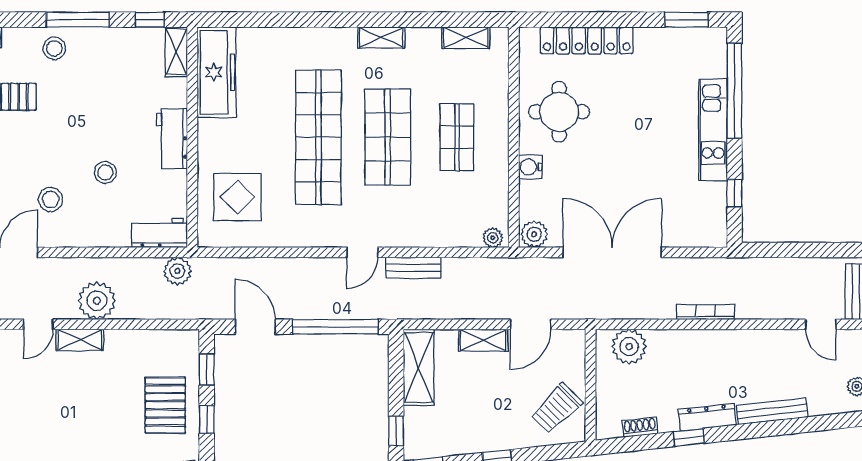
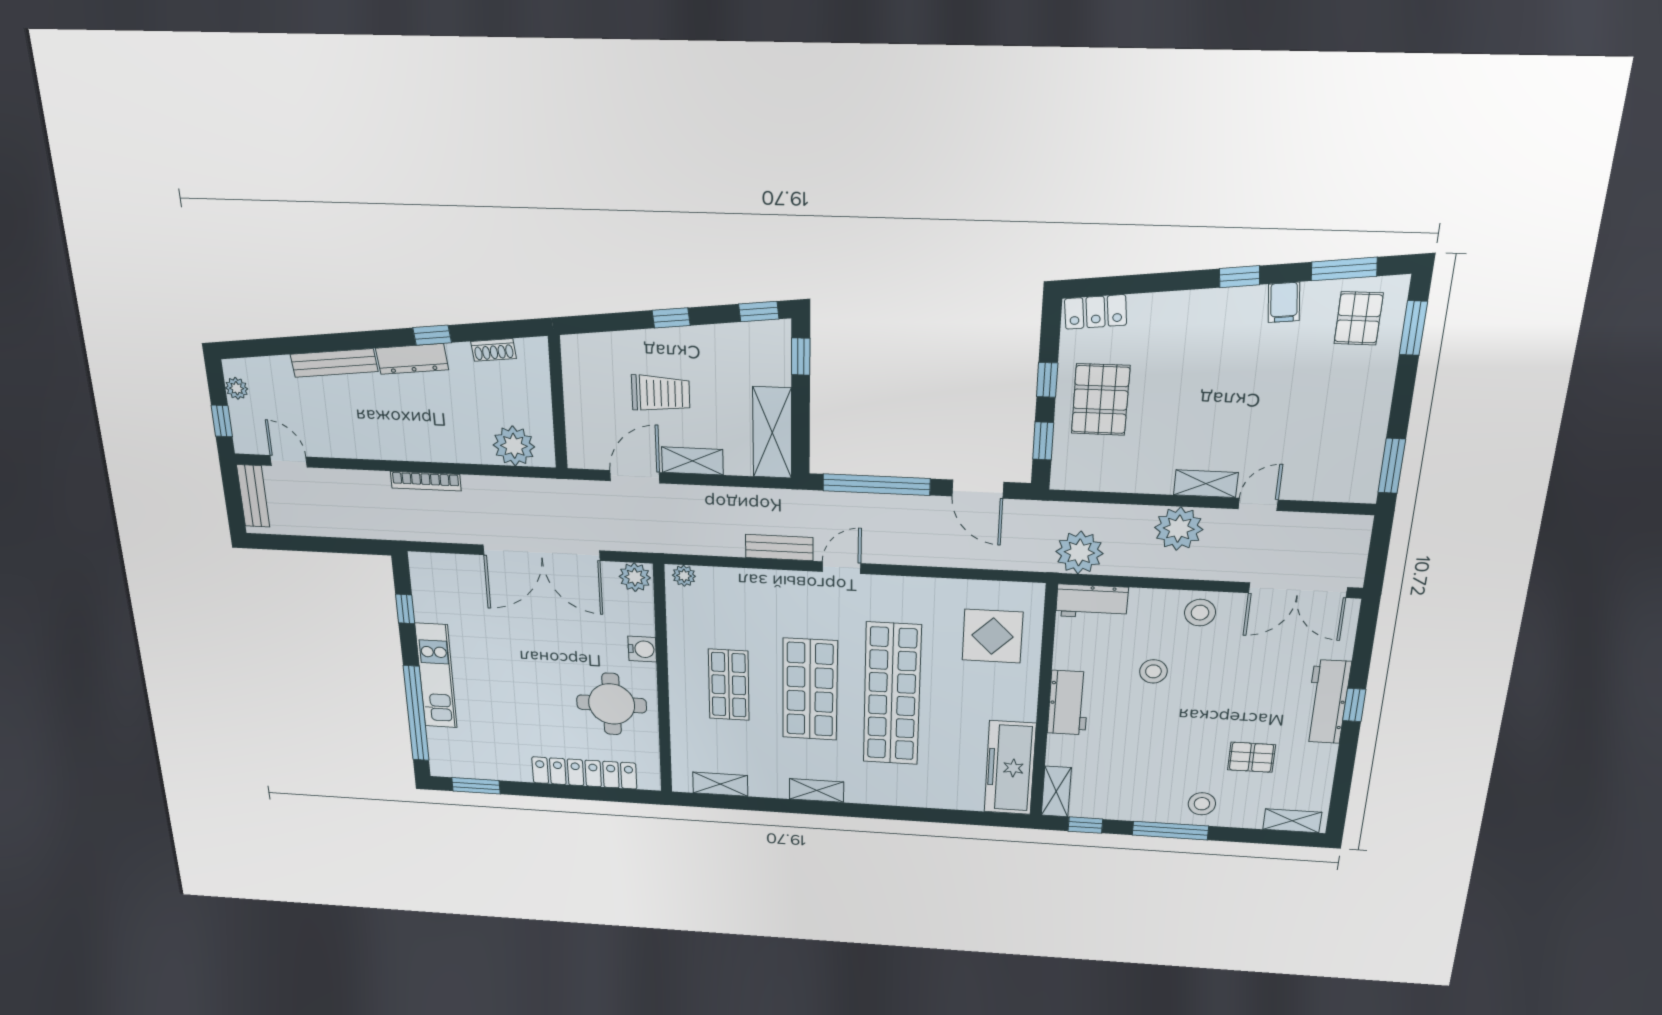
stool: (51, 199) -> (1200, 613), moved
plant: (177, 271) -> (1079, 552), width x1.36, depth x1.36
trolley: (556, 408) -> (661, 393), moved, turned 45

